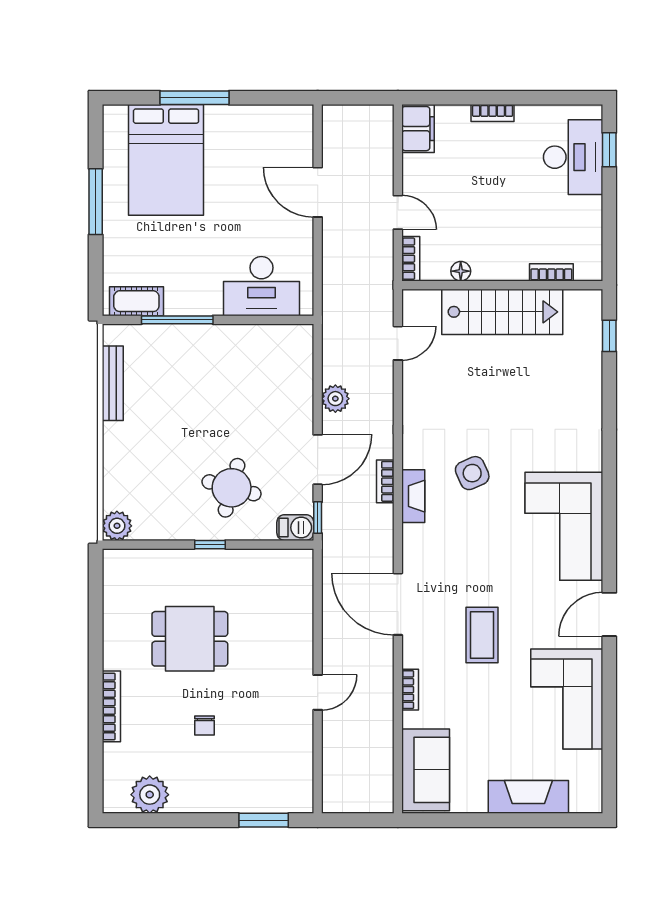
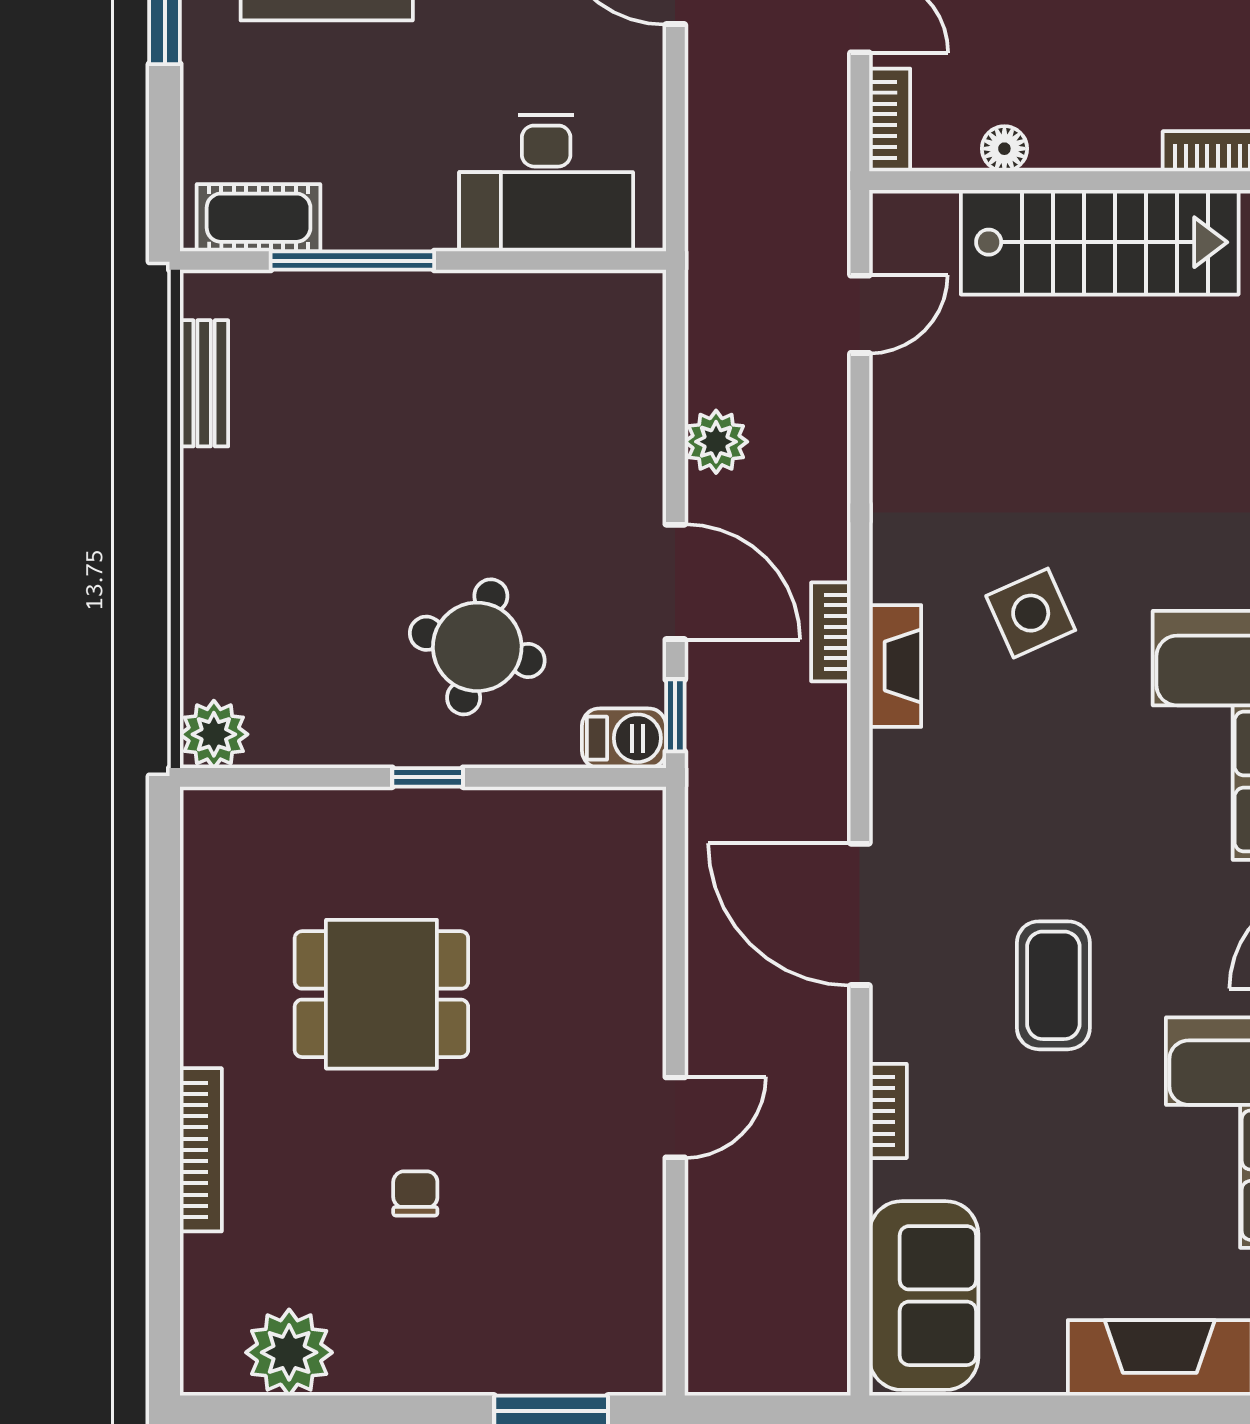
bench: (113, 383) -> (204, 383), width x0.73
door: (318, 460) -> (675, 582), hinge flipped
chair: (205, 725) -> (415, 1193), turned 180

